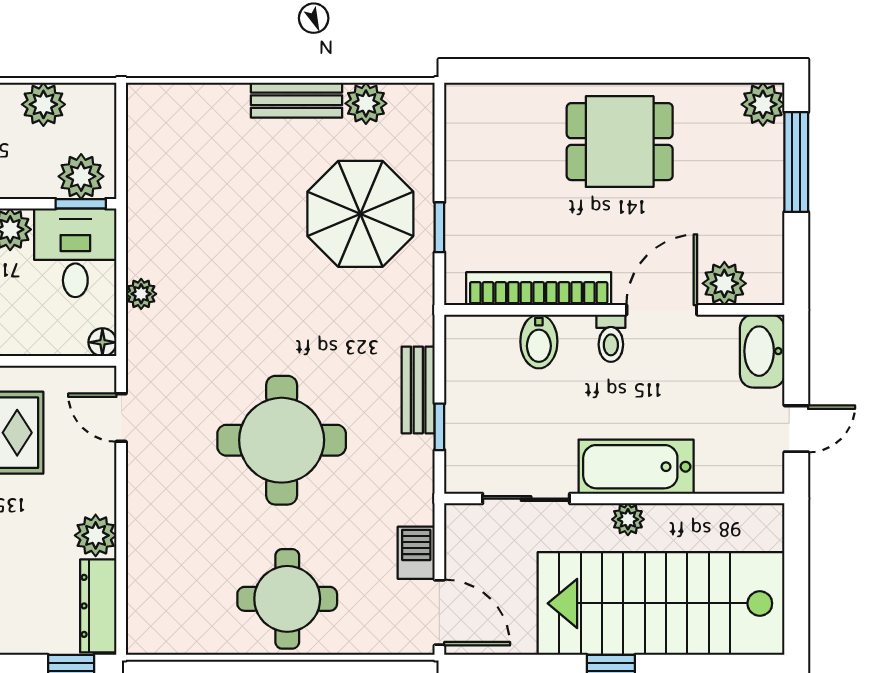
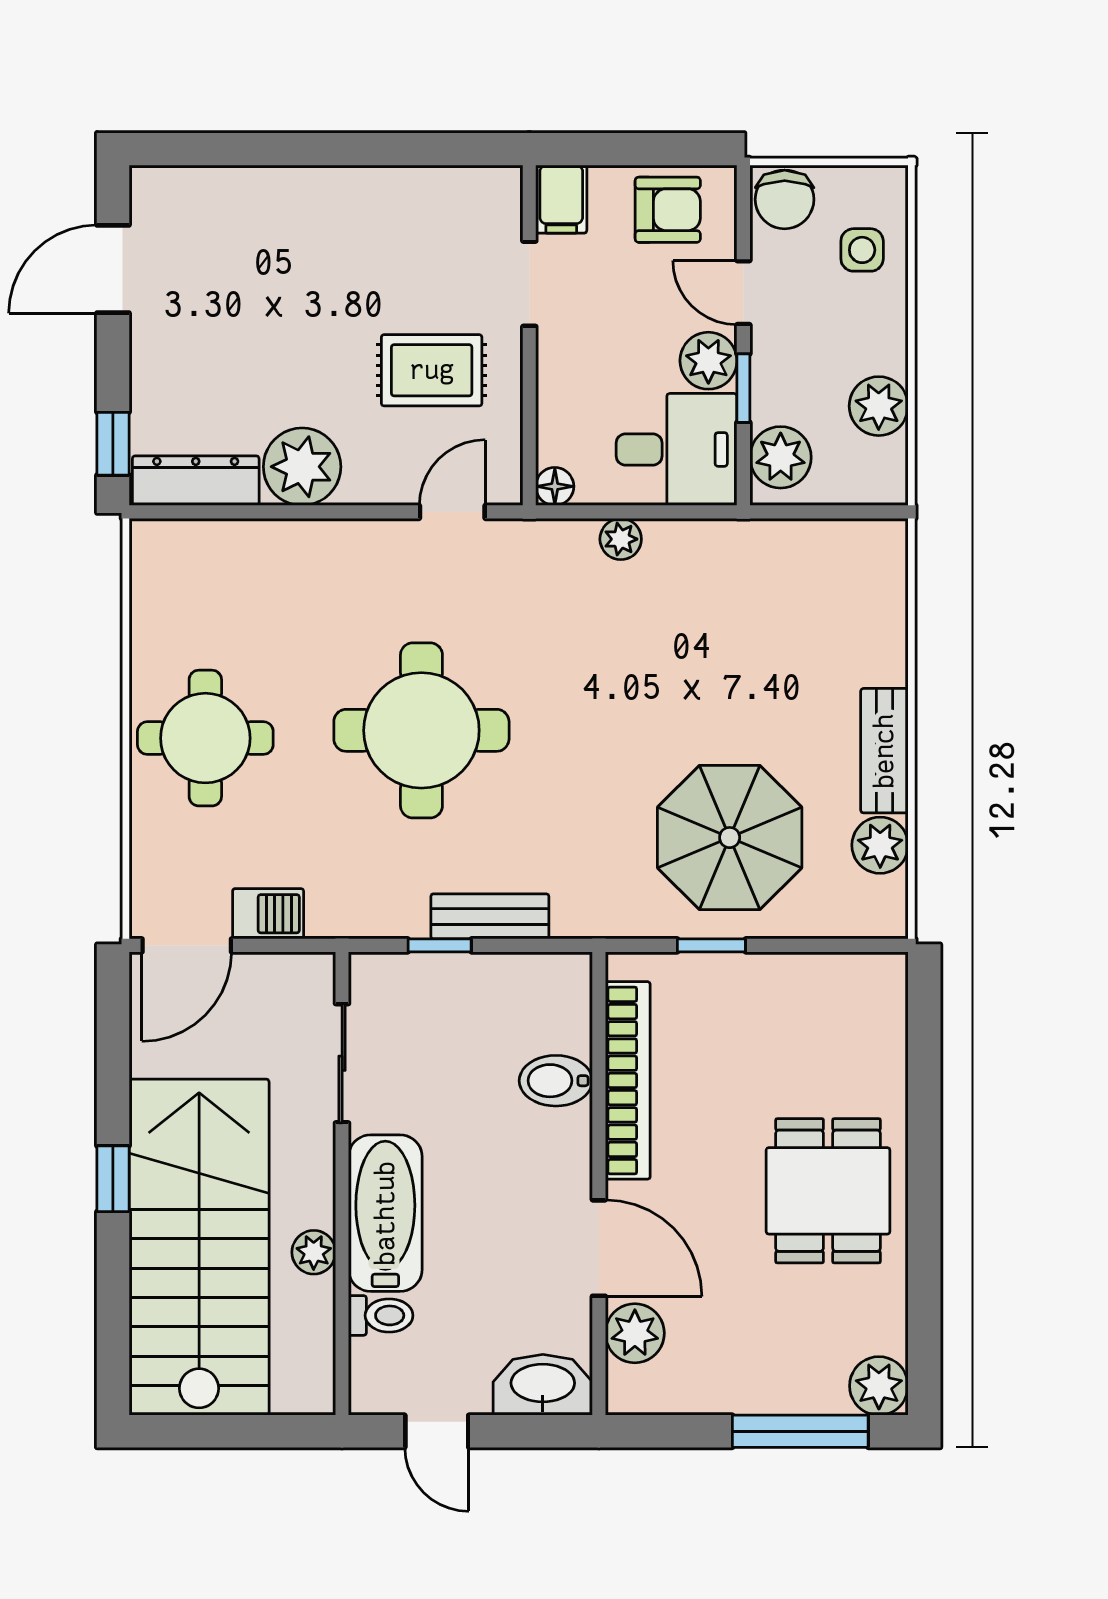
window: (81, 204) -> (743, 388), moved
toilet: (611, 338) -> (381, 1315), moved, turned 180
plant: (628, 519) -> (314, 1252), moved
plant: (96, 535) -> (302, 467), width x1.36, depth x1.36

